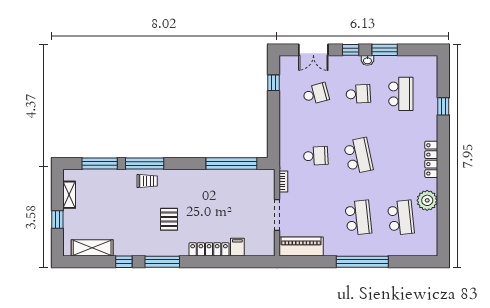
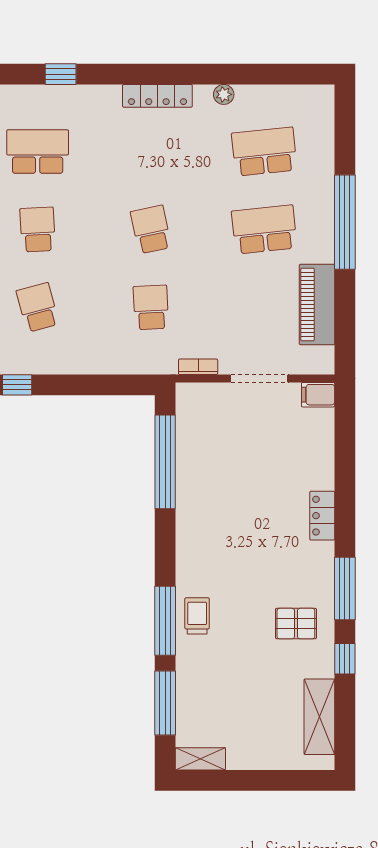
school desk: (358, 156) -> (151, 229), width x0.54
shelving: (69, 195) -> (200, 759), moved
plant: (427, 200) -> (224, 94), width x0.53, depth x0.53
pallet: (169, 219) -> (296, 624), moved
window: (57, 220) -> (268, 780), removed
filing cabinet: (237, 247) -> (318, 395), moved
piano: (301, 247) -> (317, 305), moved
locker: (209, 249) -> (322, 516), width x0.66

